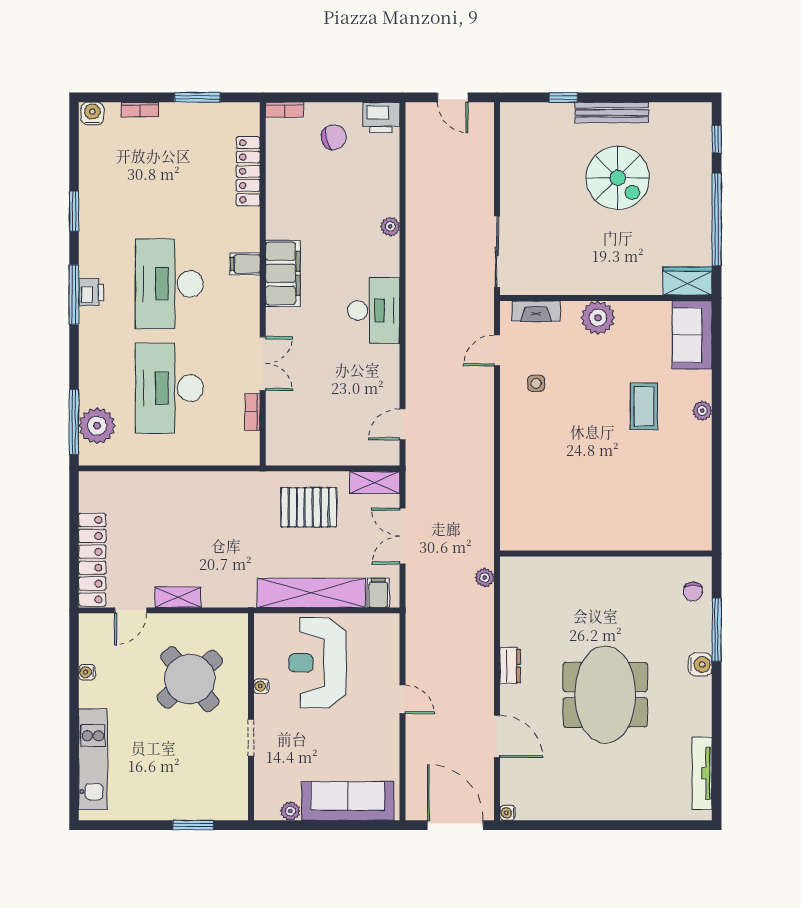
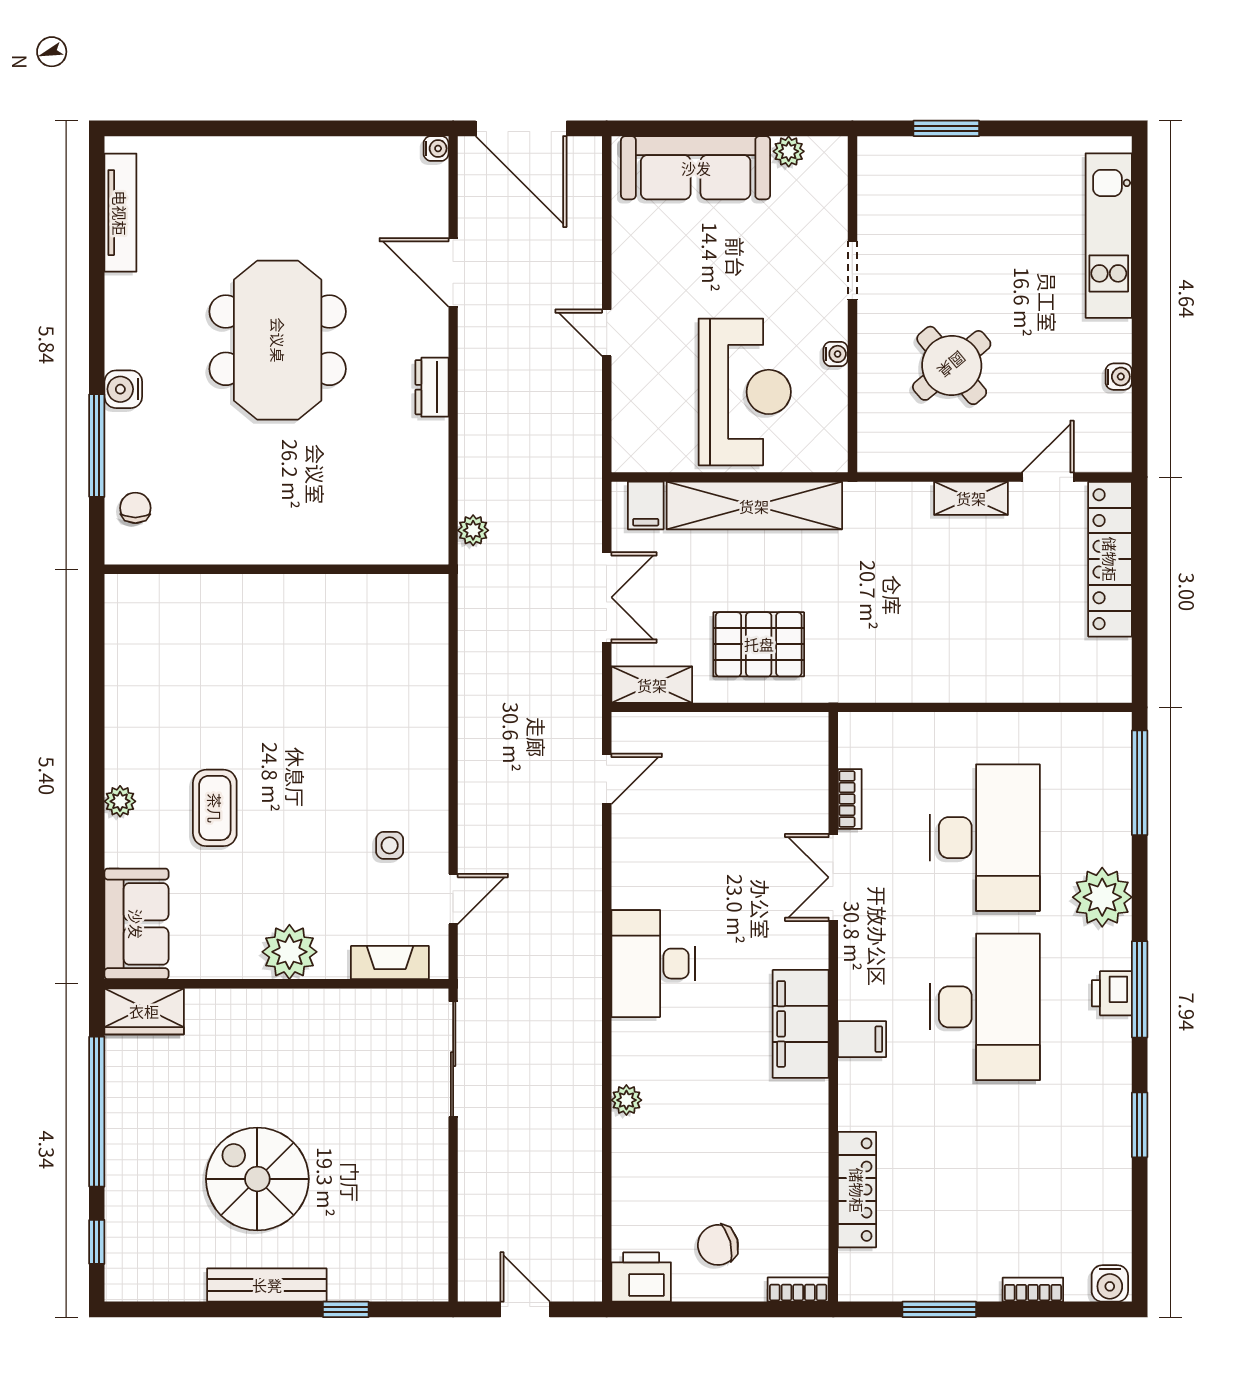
plant: (97, 426) -> (1102, 897), moved
round table: (190, 679) -> (952, 365), width x0.73, depth x0.73

